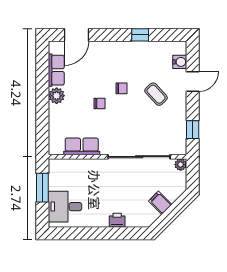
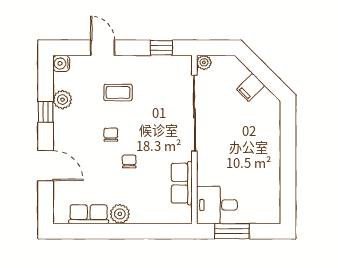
door: (76, 35) -> (46, 166), moved
plant: (150, 49) -> (62, 100), added
water cooler: (180, 62) -> (61, 63), moved, turned -90
coffee table: (156, 94) -> (118, 92), turned 43
desk: (65, 207) -> (217, 205), moved, turned 90
printer: (117, 220) -> (272, 140), removed

